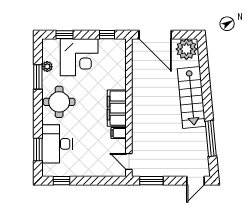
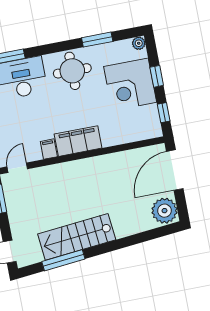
window: (64, 35) -> (157, 76), moved
plant: (47, 67) -> (139, 43), moved
stairs: (191, 97) -> (77, 237), moved

